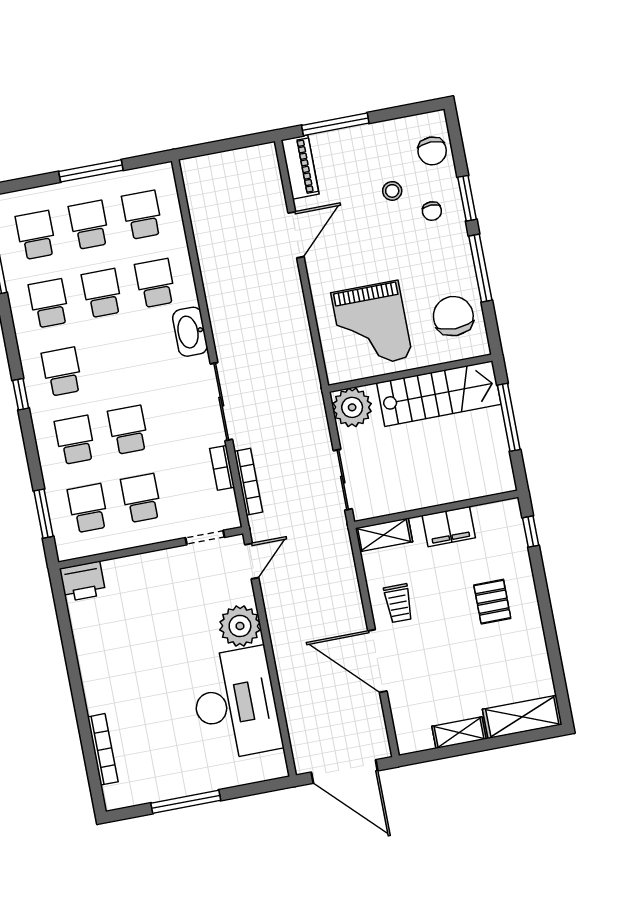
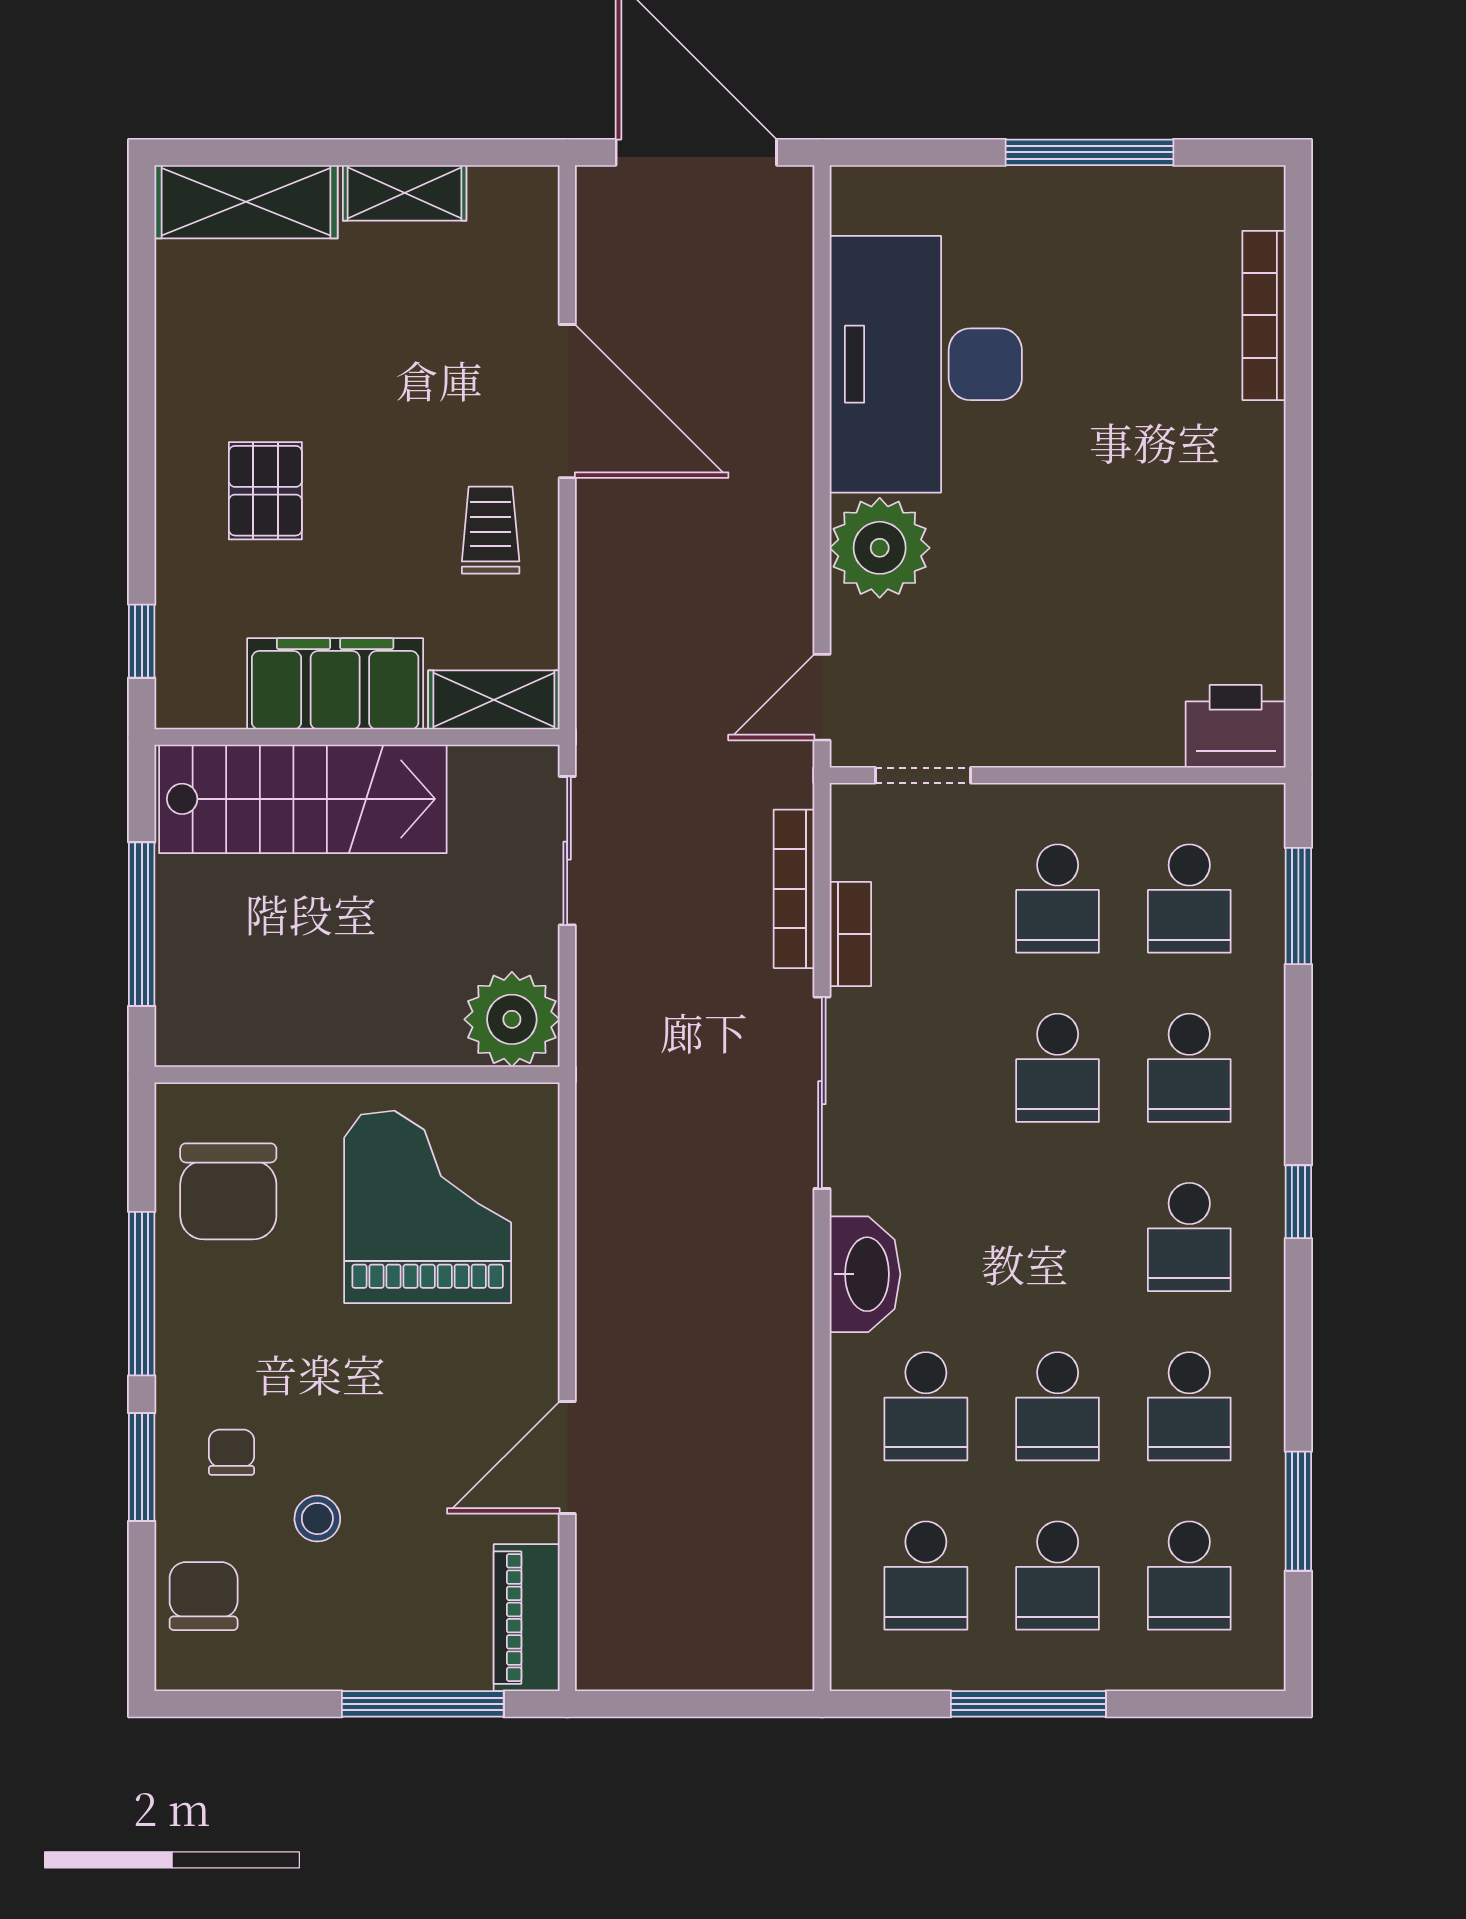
stairs: (439, 394) -> (303, 799), moved, turned 180
filing cabinet: (449, 527) -> (335, 684), width x1.50, depth x1.17

